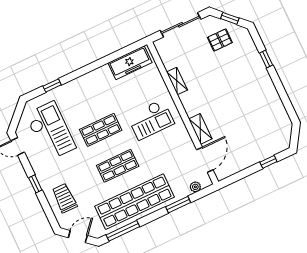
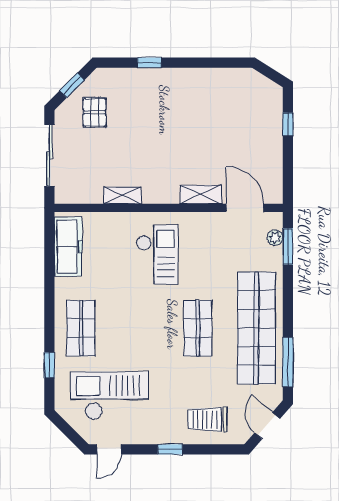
shop shelf: (101, 130) -> (81, 328), moved
window: (178, 205) -> (288, 246), moved

